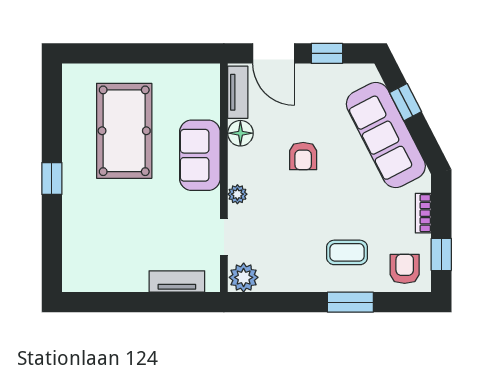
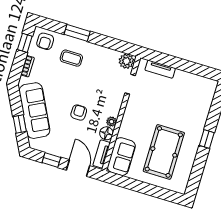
sofa: (200, 155) -> (121, 157), moved
plant: (237, 194) -> (112, 122), moved

